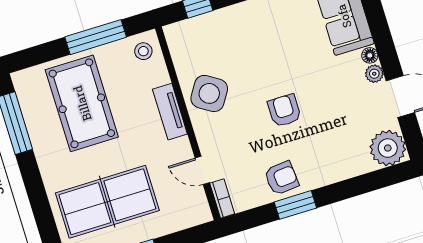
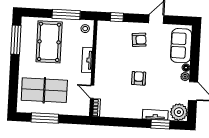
side table: (209, 93) -> (108, 58), removed
tv unit: (343, 170) -> (155, 115), added
armchair: (281, 178) -> (139, 40), moved
window: (295, 205) -> (160, 124), moved

